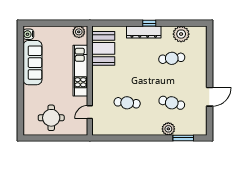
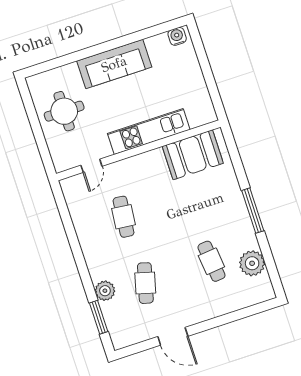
window: (149, 23) -> (253, 211), width x2.17
plant: (79, 32) -> (205, 110), removed
dresser: (144, 32) -> (237, 207), removed
sofa: (32, 63) -> (114, 64), moved
door: (90, 112) -> (91, 166), swing flipped

